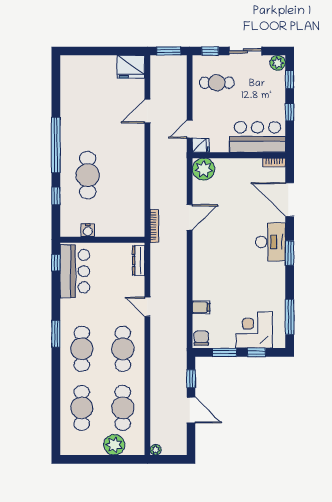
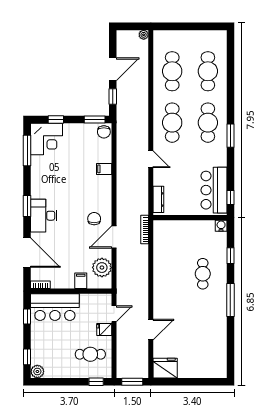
sliding door: (245, 51) -> (65, 382), removed
window: (290, 112) -> (27, 317), moved
window: (56, 145) -> (230, 300), width x0.68
fridge: (201, 145) -> (104, 329), moved
filing cabinet: (228, 167) -> (81, 281), added
plant: (204, 169) -> (102, 268), moved
cafe table: (88, 175) -> (203, 274), width x0.73, depth x0.74
water cooler: (88, 230) -> (221, 226), moved
chair: (212, 238) -> (94, 219), added
filing cabinet: (201, 307) -> (104, 169), moved
corner desk: (254, 330) -> (47, 139), moved
window: (225, 352) -> (95, 120), moved
door: (191, 410) -> (113, 69), swing flipped
plant: (114, 445) -> (180, 39), removed

